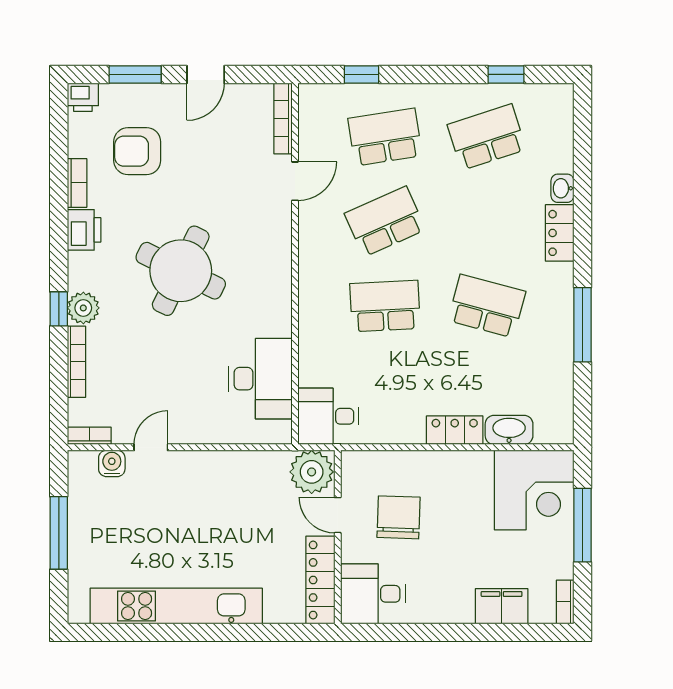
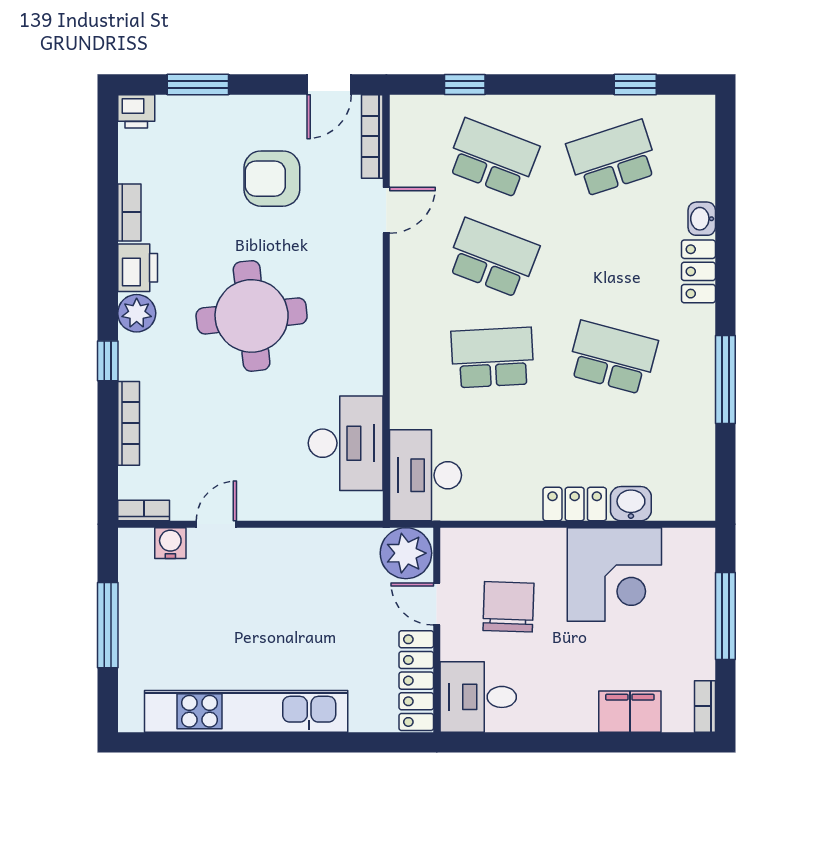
door: (206, 74) -> (329, 85), moved
school desk: (385, 137) -> (493, 158), turned 30
armchair: (137, 151) -> (272, 179), moved
school desk: (385, 222) -> (493, 258), turned 45
round table: (181, 271) -> (252, 316), turned -32
plant: (83, 308) -> (137, 313), moved
desk: (328, 416) -> (426, 475), width x1.37
washbasin: (509, 430) -> (631, 504), width x0.72
corner desk: (534, 490) -> (614, 574), moved

